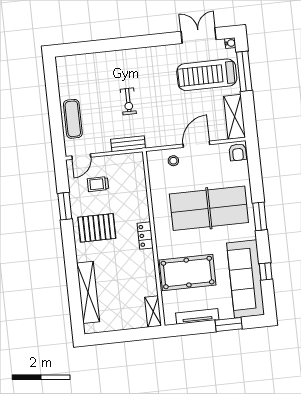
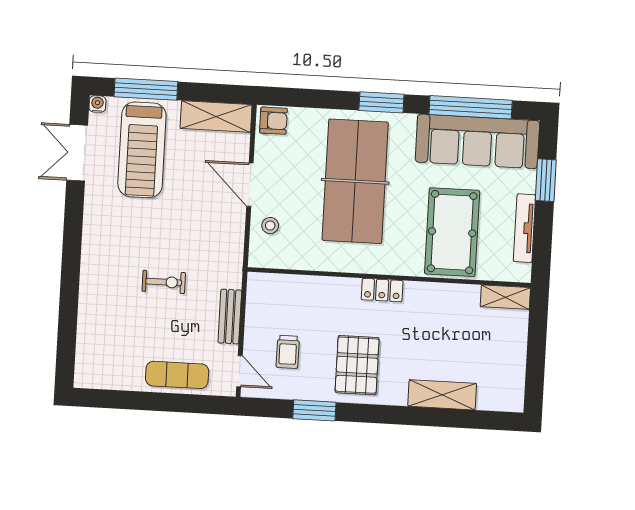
bench: (128, 144) -> (230, 317), moved
window: (266, 271) -> (471, 107), width x3.17
shelving: (88, 292) -> (442, 395), width x0.68

